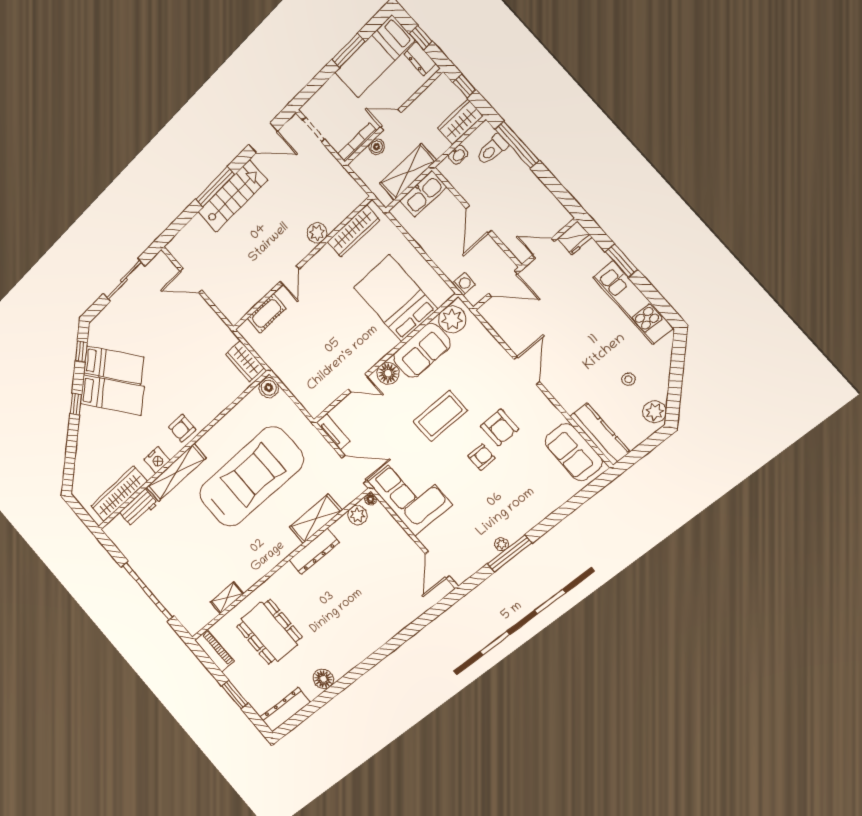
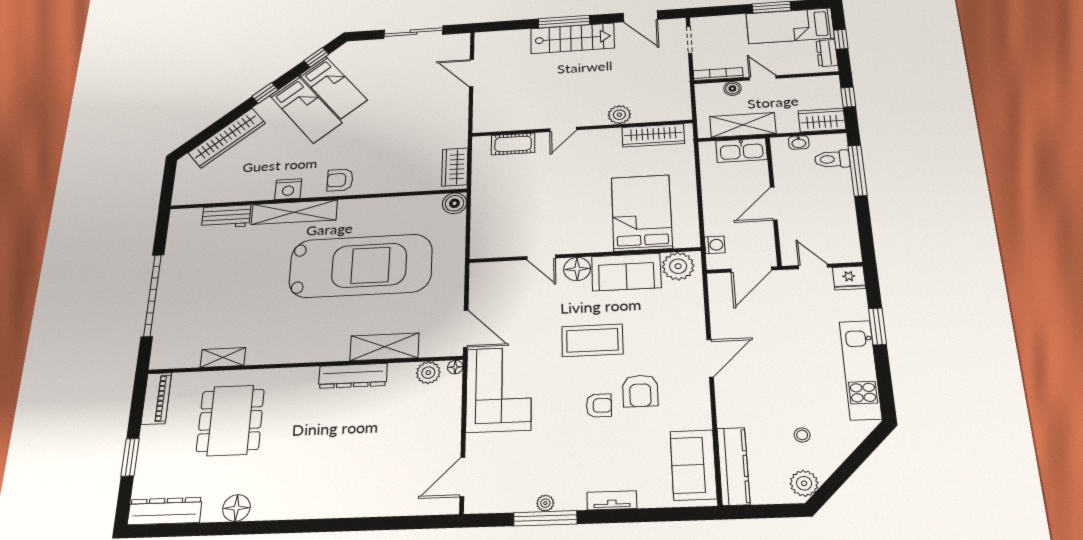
door: (503, 284) -> (751, 269), hinge flipped
tv unit: (333, 432) -> (612, 500), moved, turned -90
wardrobe: (119, 494) -> (227, 138), moved, turned 141

